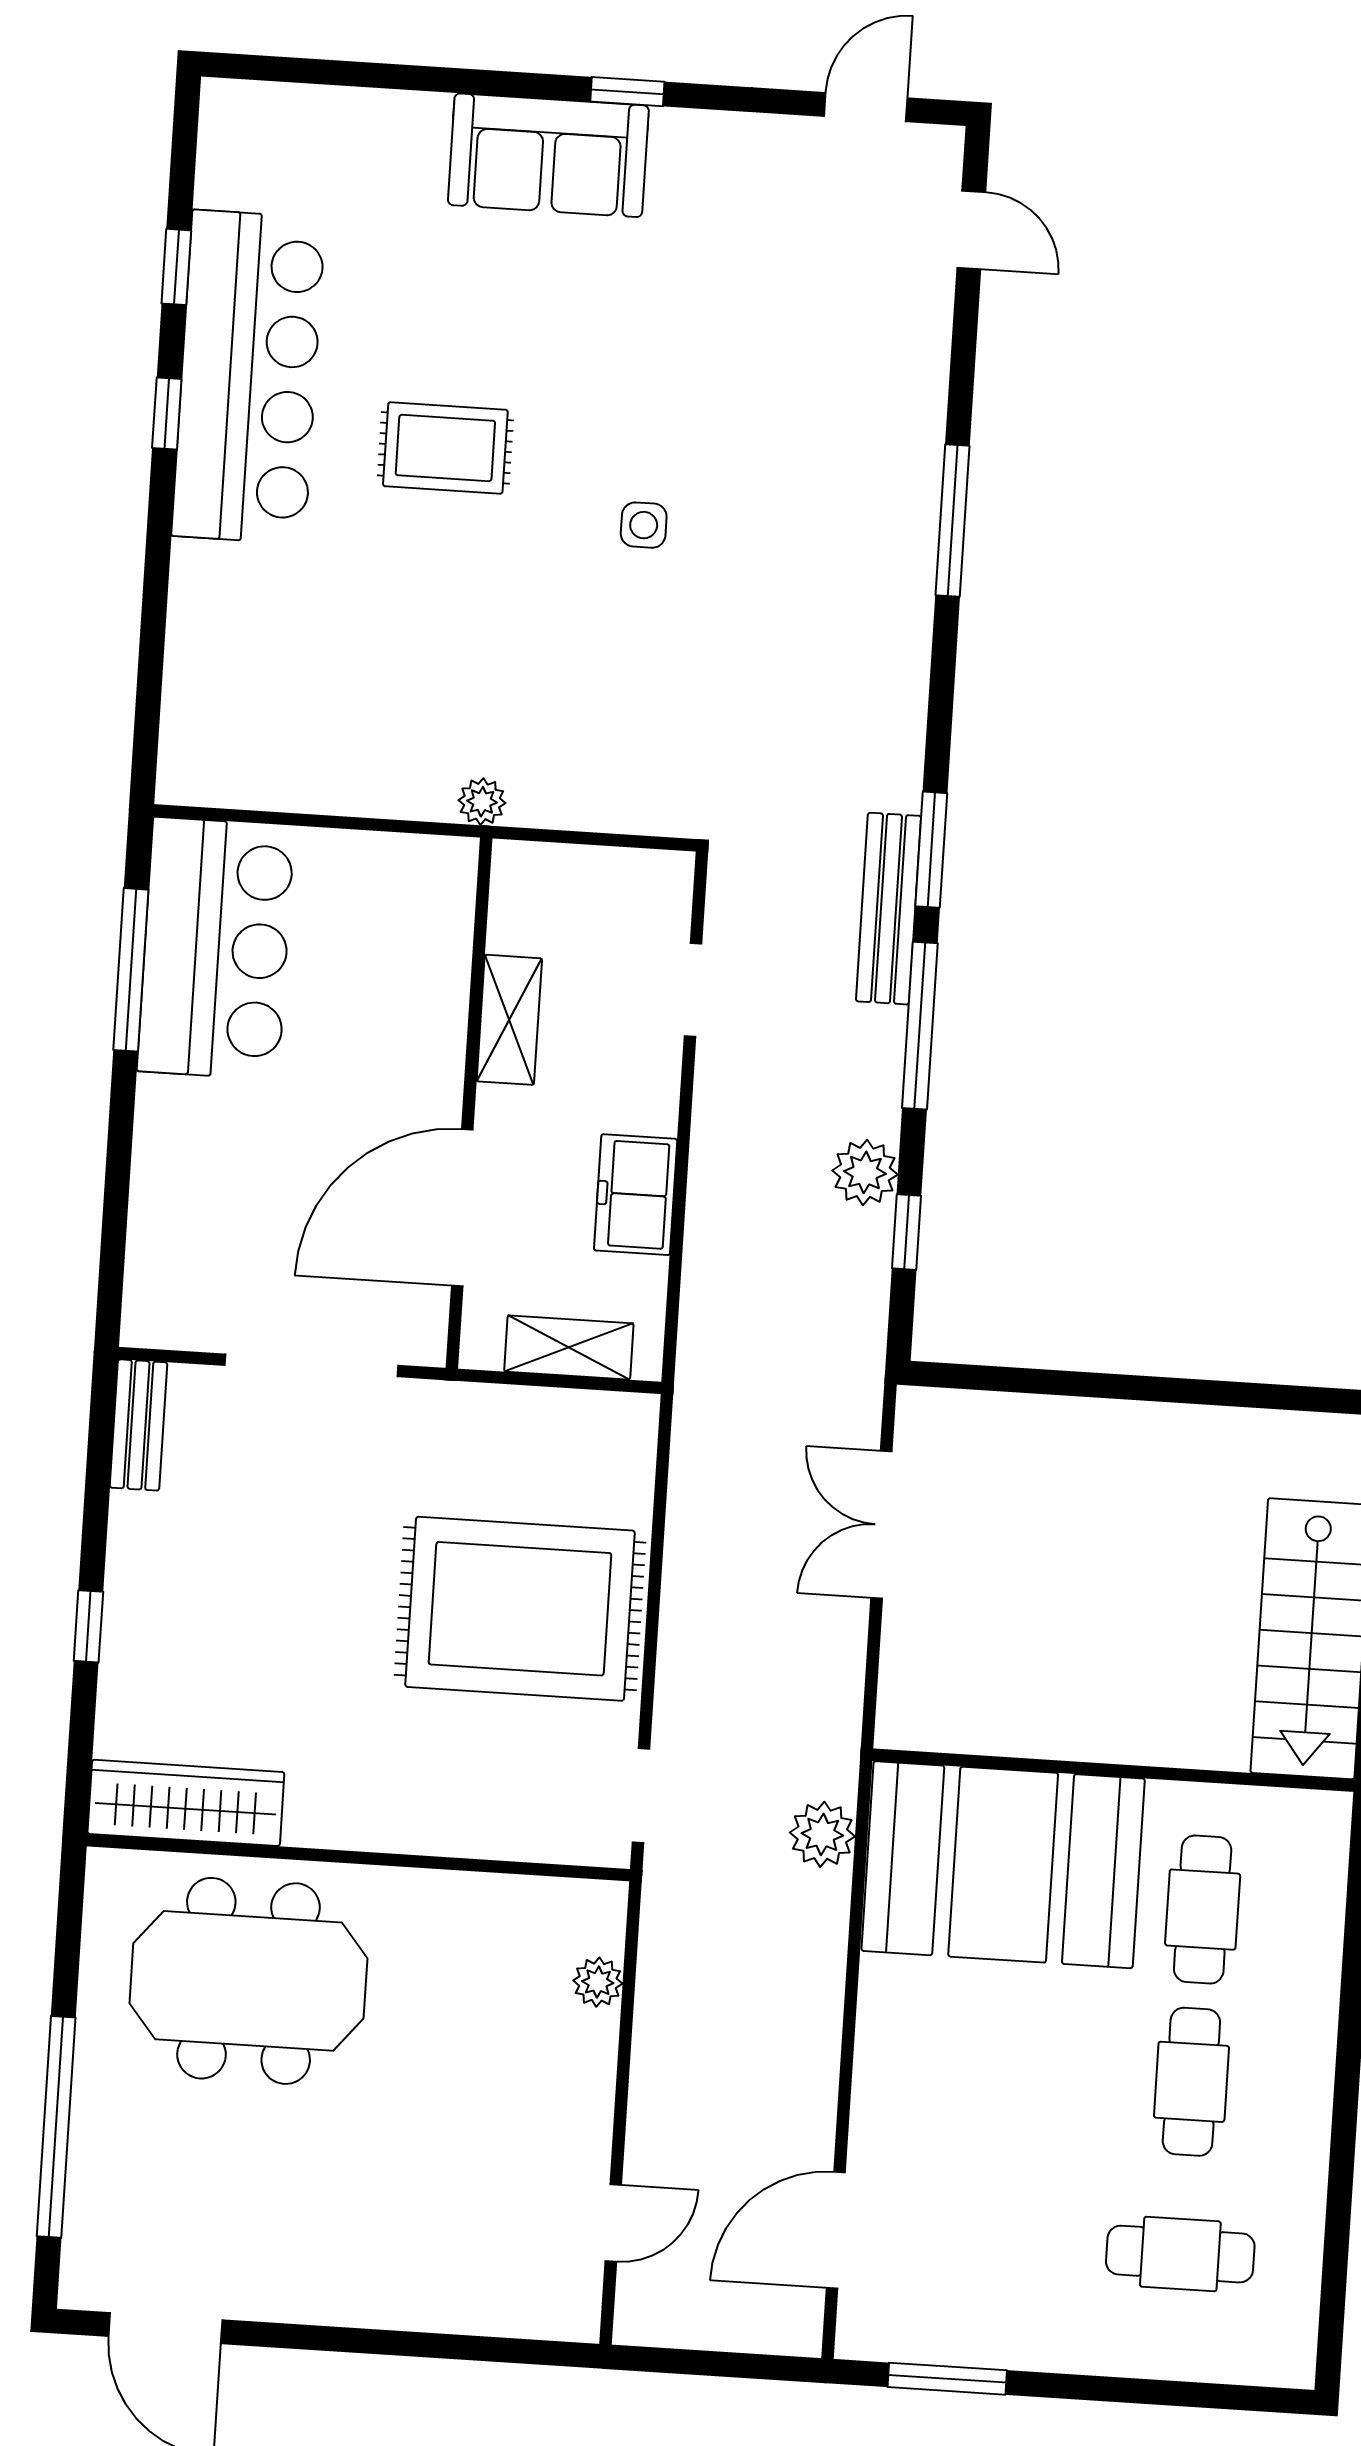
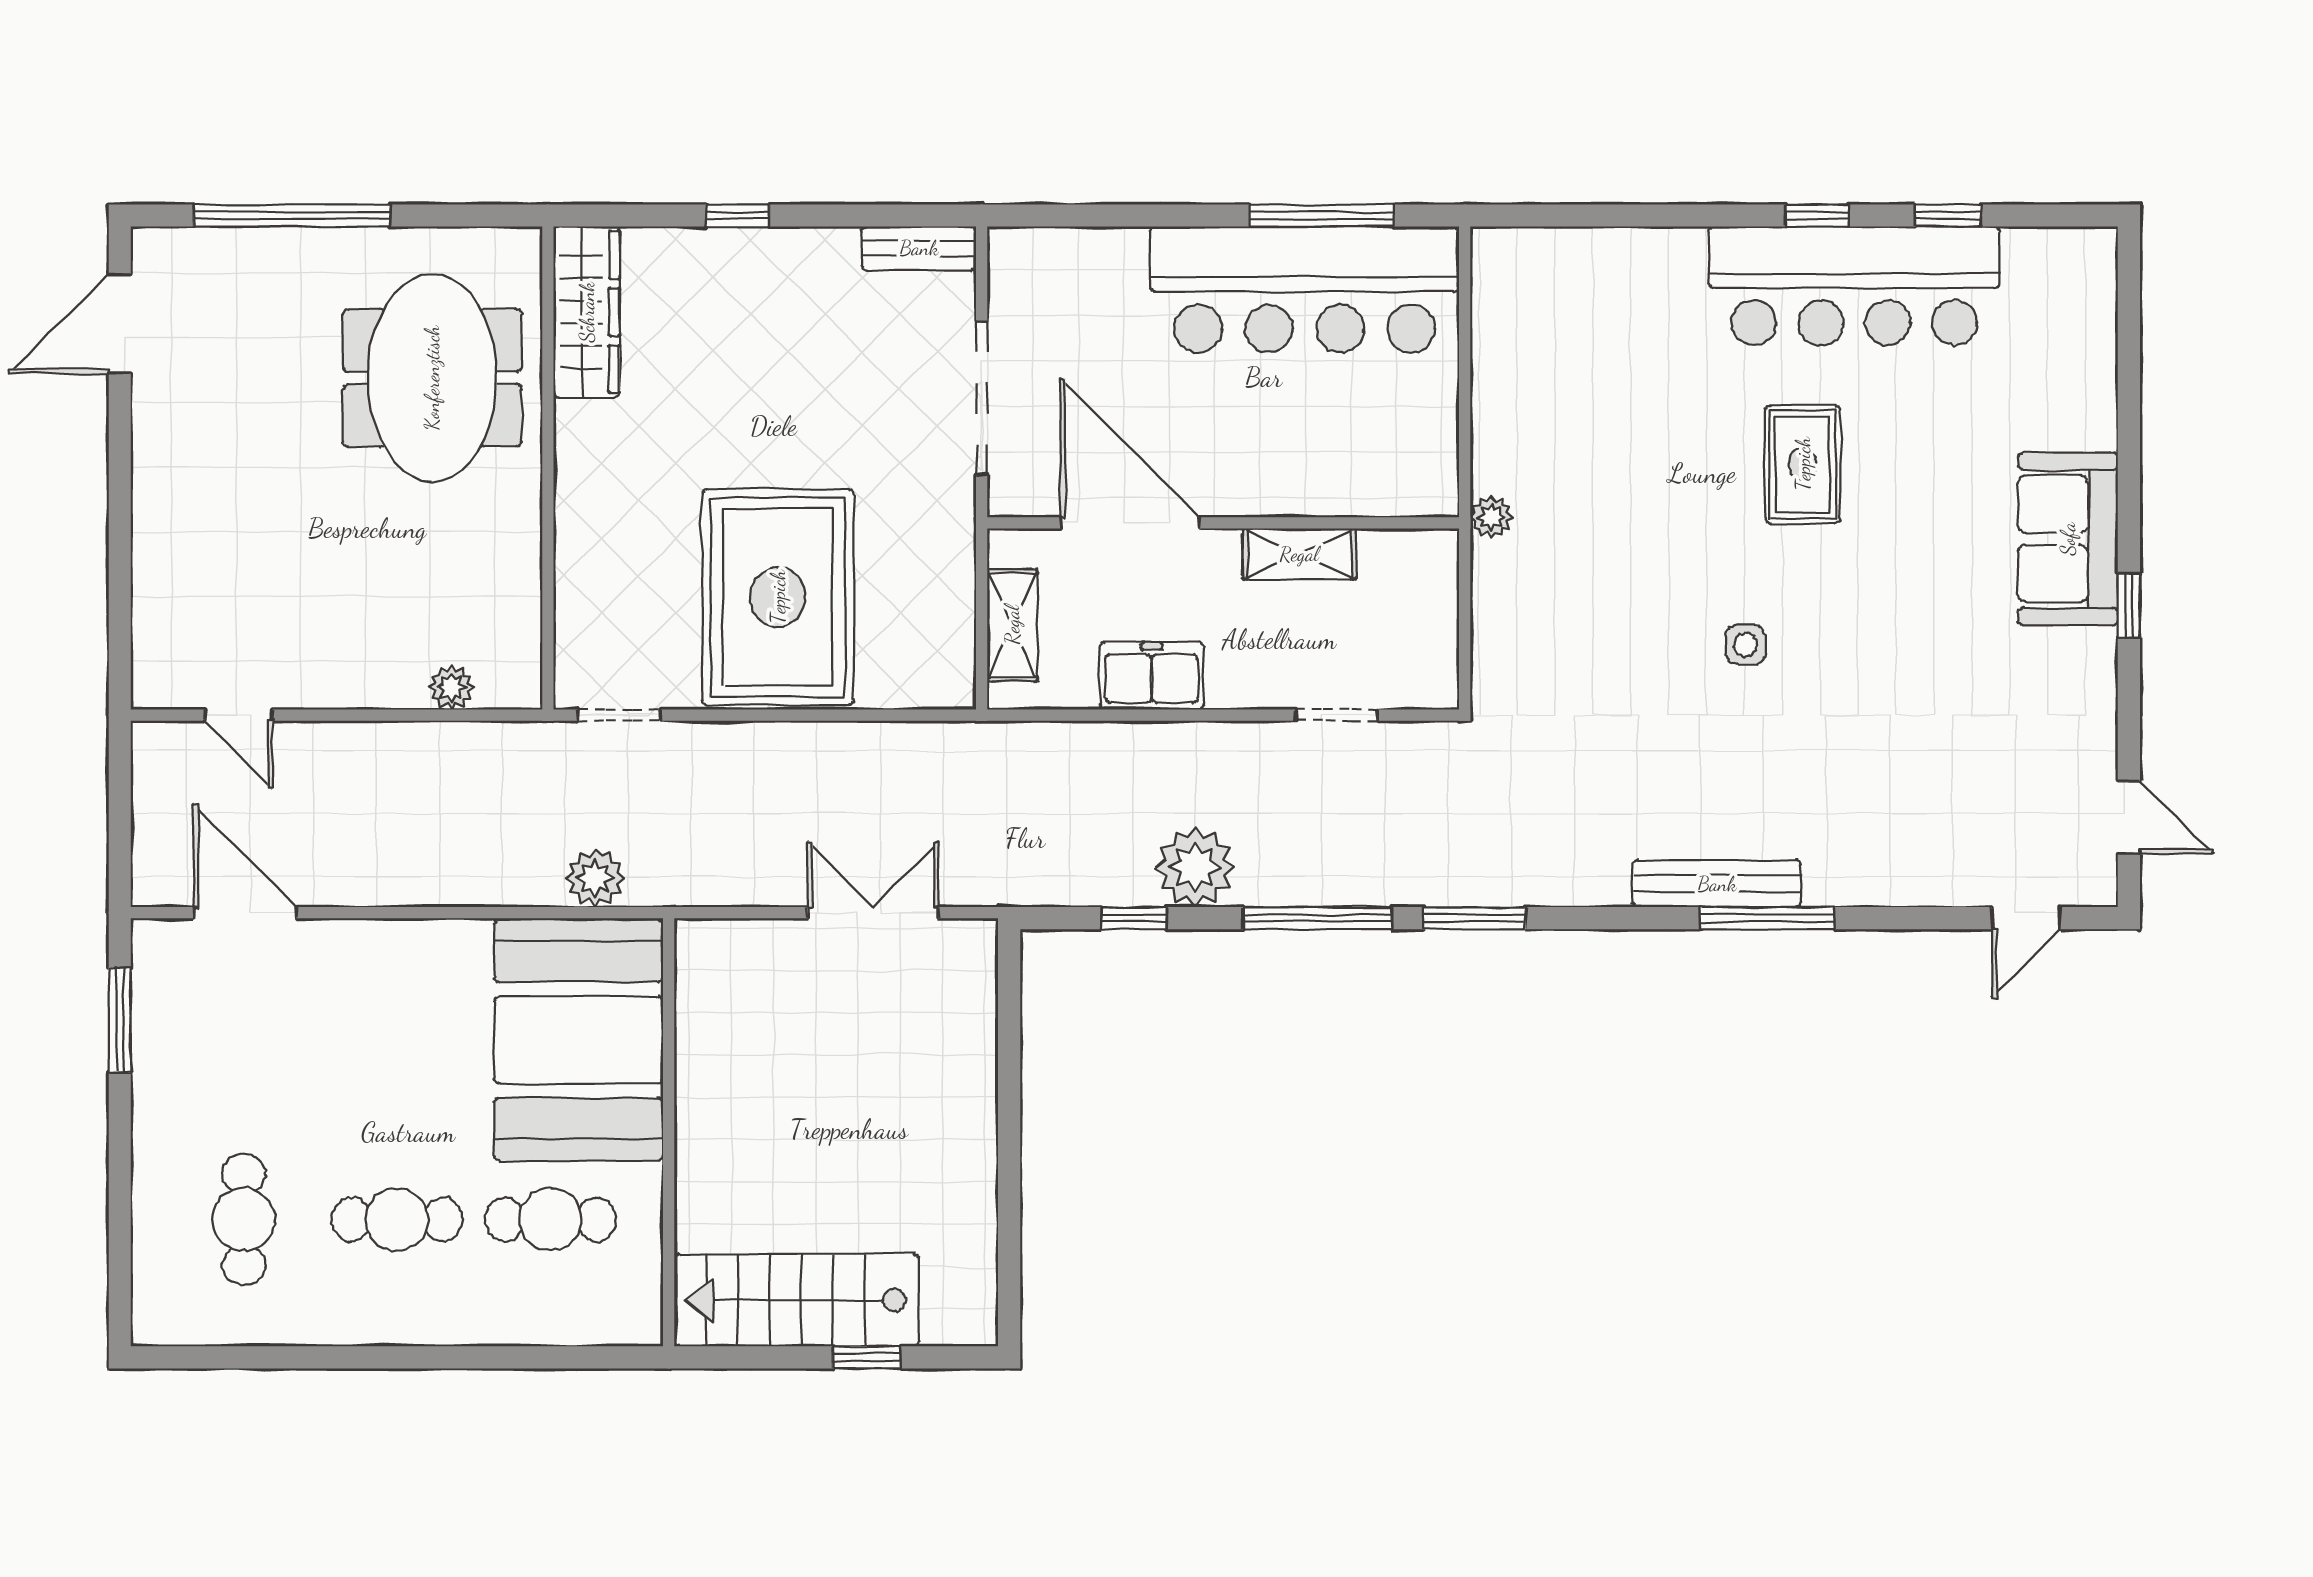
bench: (888, 909) -> (1717, 884), moved
bar counter: (216, 948) -> (1305, 289), width x1.36
plant: (865, 1172) -> (1195, 867), width x1.36, depth x1.36

